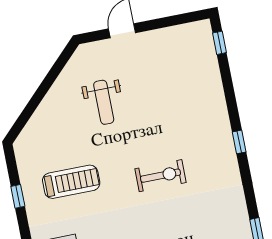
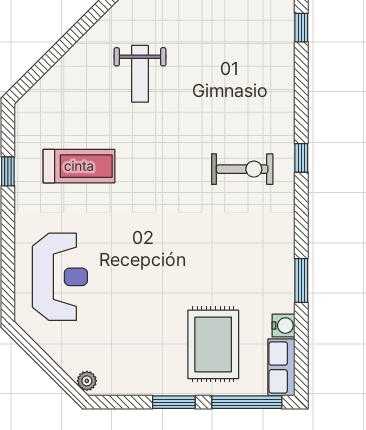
exercise bike: (161, 176) -> (242, 169), moved

